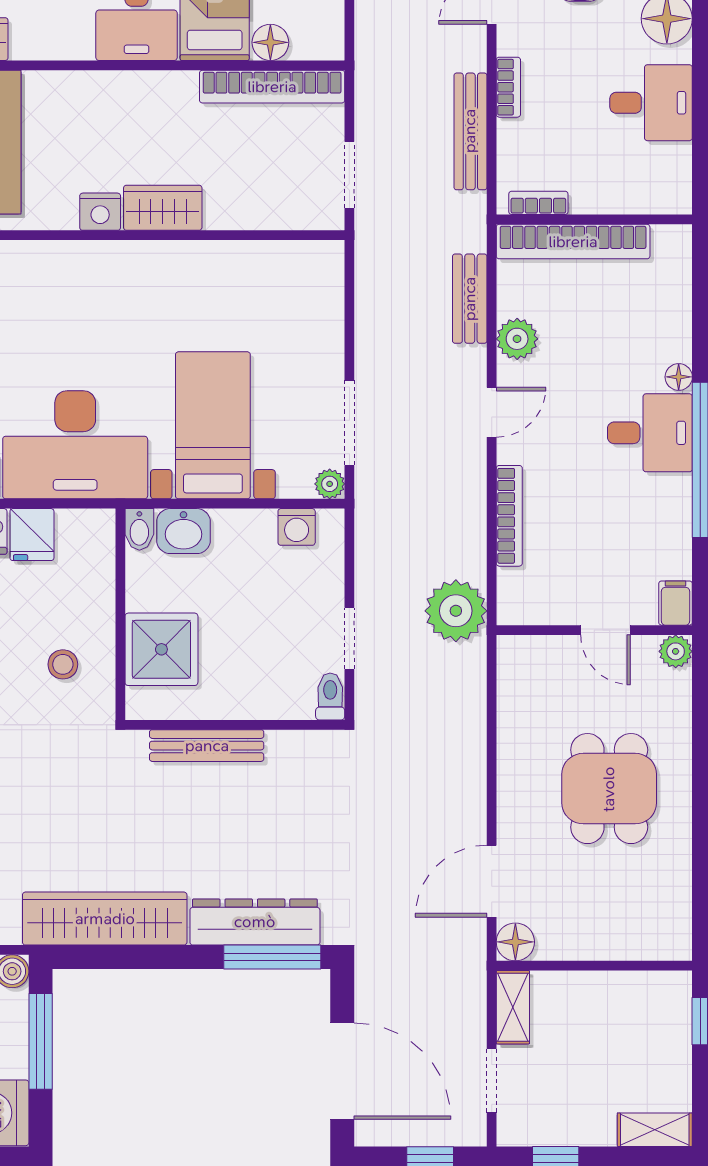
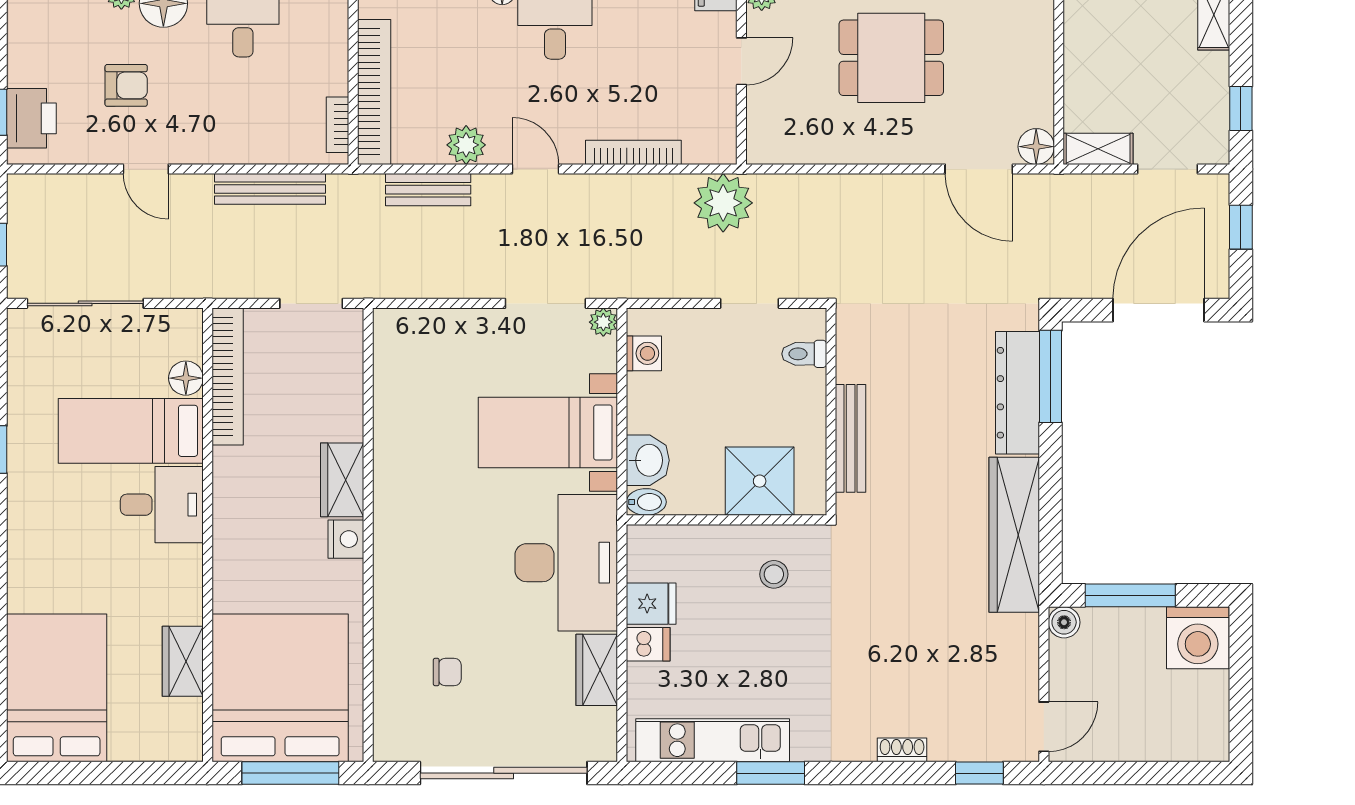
bookcase: (508, 87) -> (228, 153), removed
toilet: (330, 696) -> (804, 354), moved

